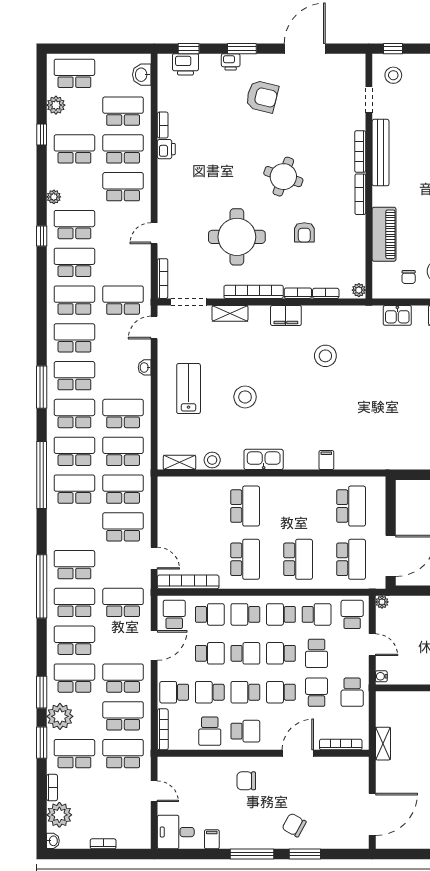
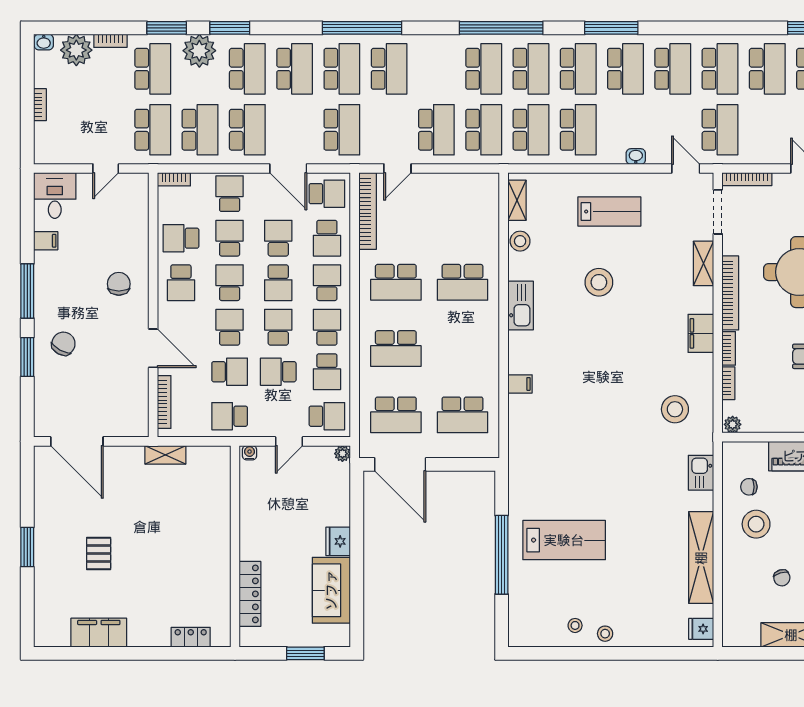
stool: (325, 356) -> (675, 409), moved
school desk: (210, 653) -> (278, 238), turned 180
bookcase: (163, 729) -> (174, 179), width x0.64

